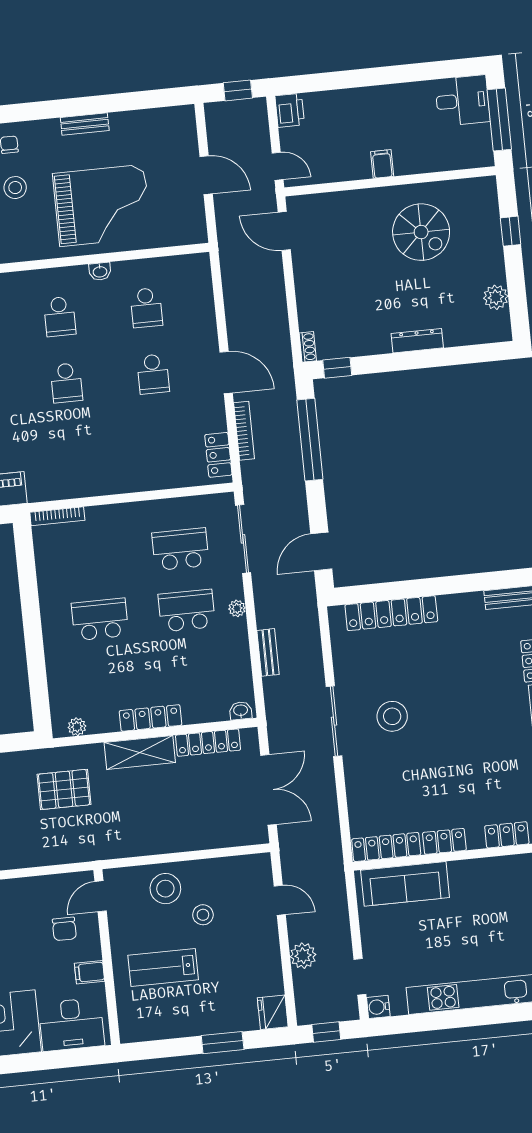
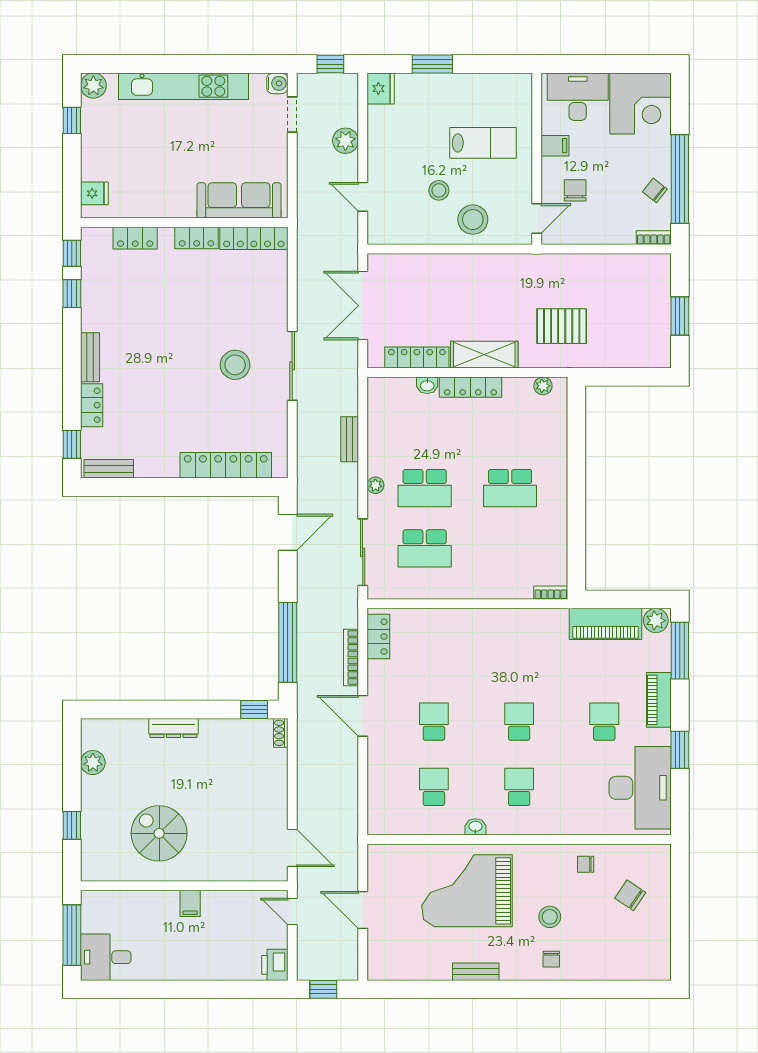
bookcase: (57, 516) -> (551, 593), width x0.64
washbasin: (241, 711) -> (427, 385), moved

